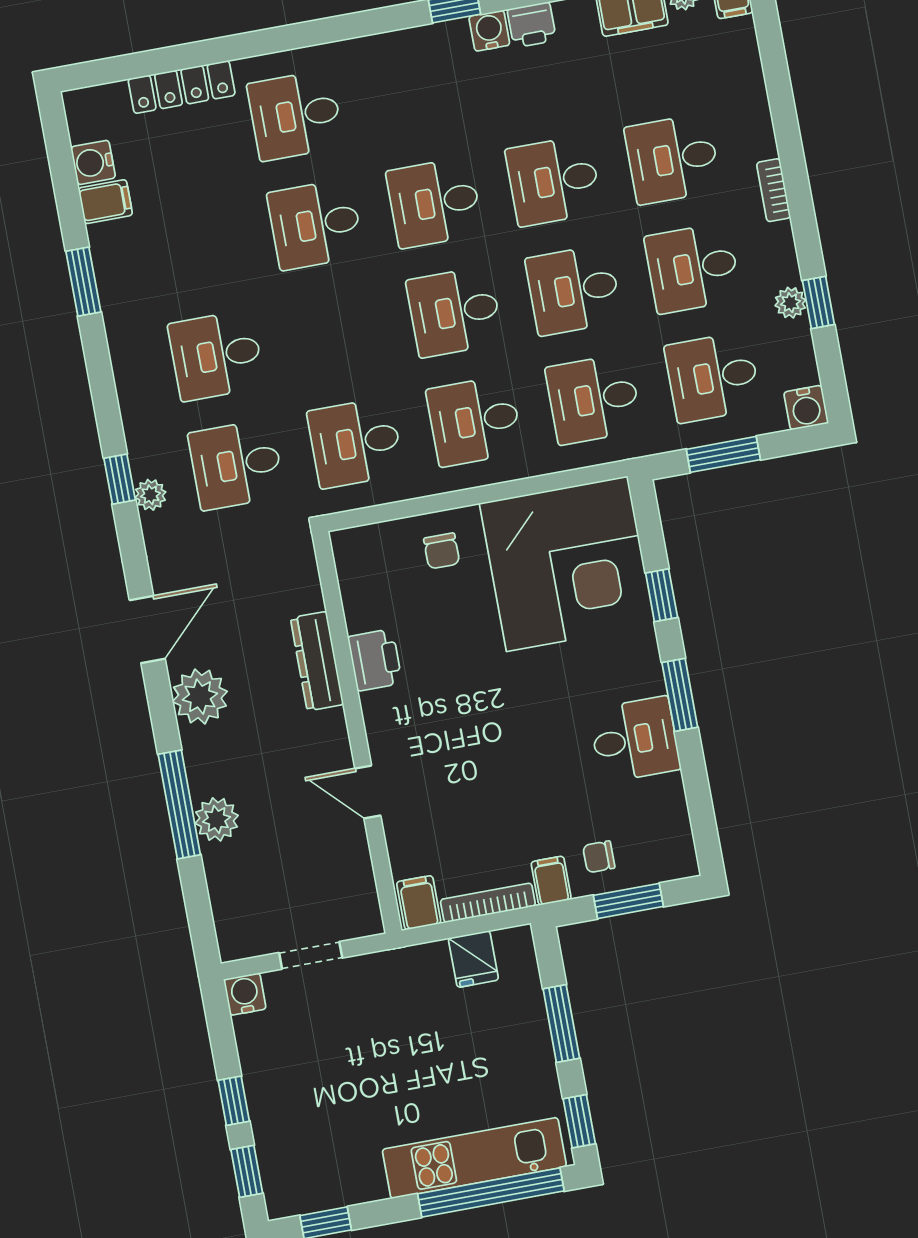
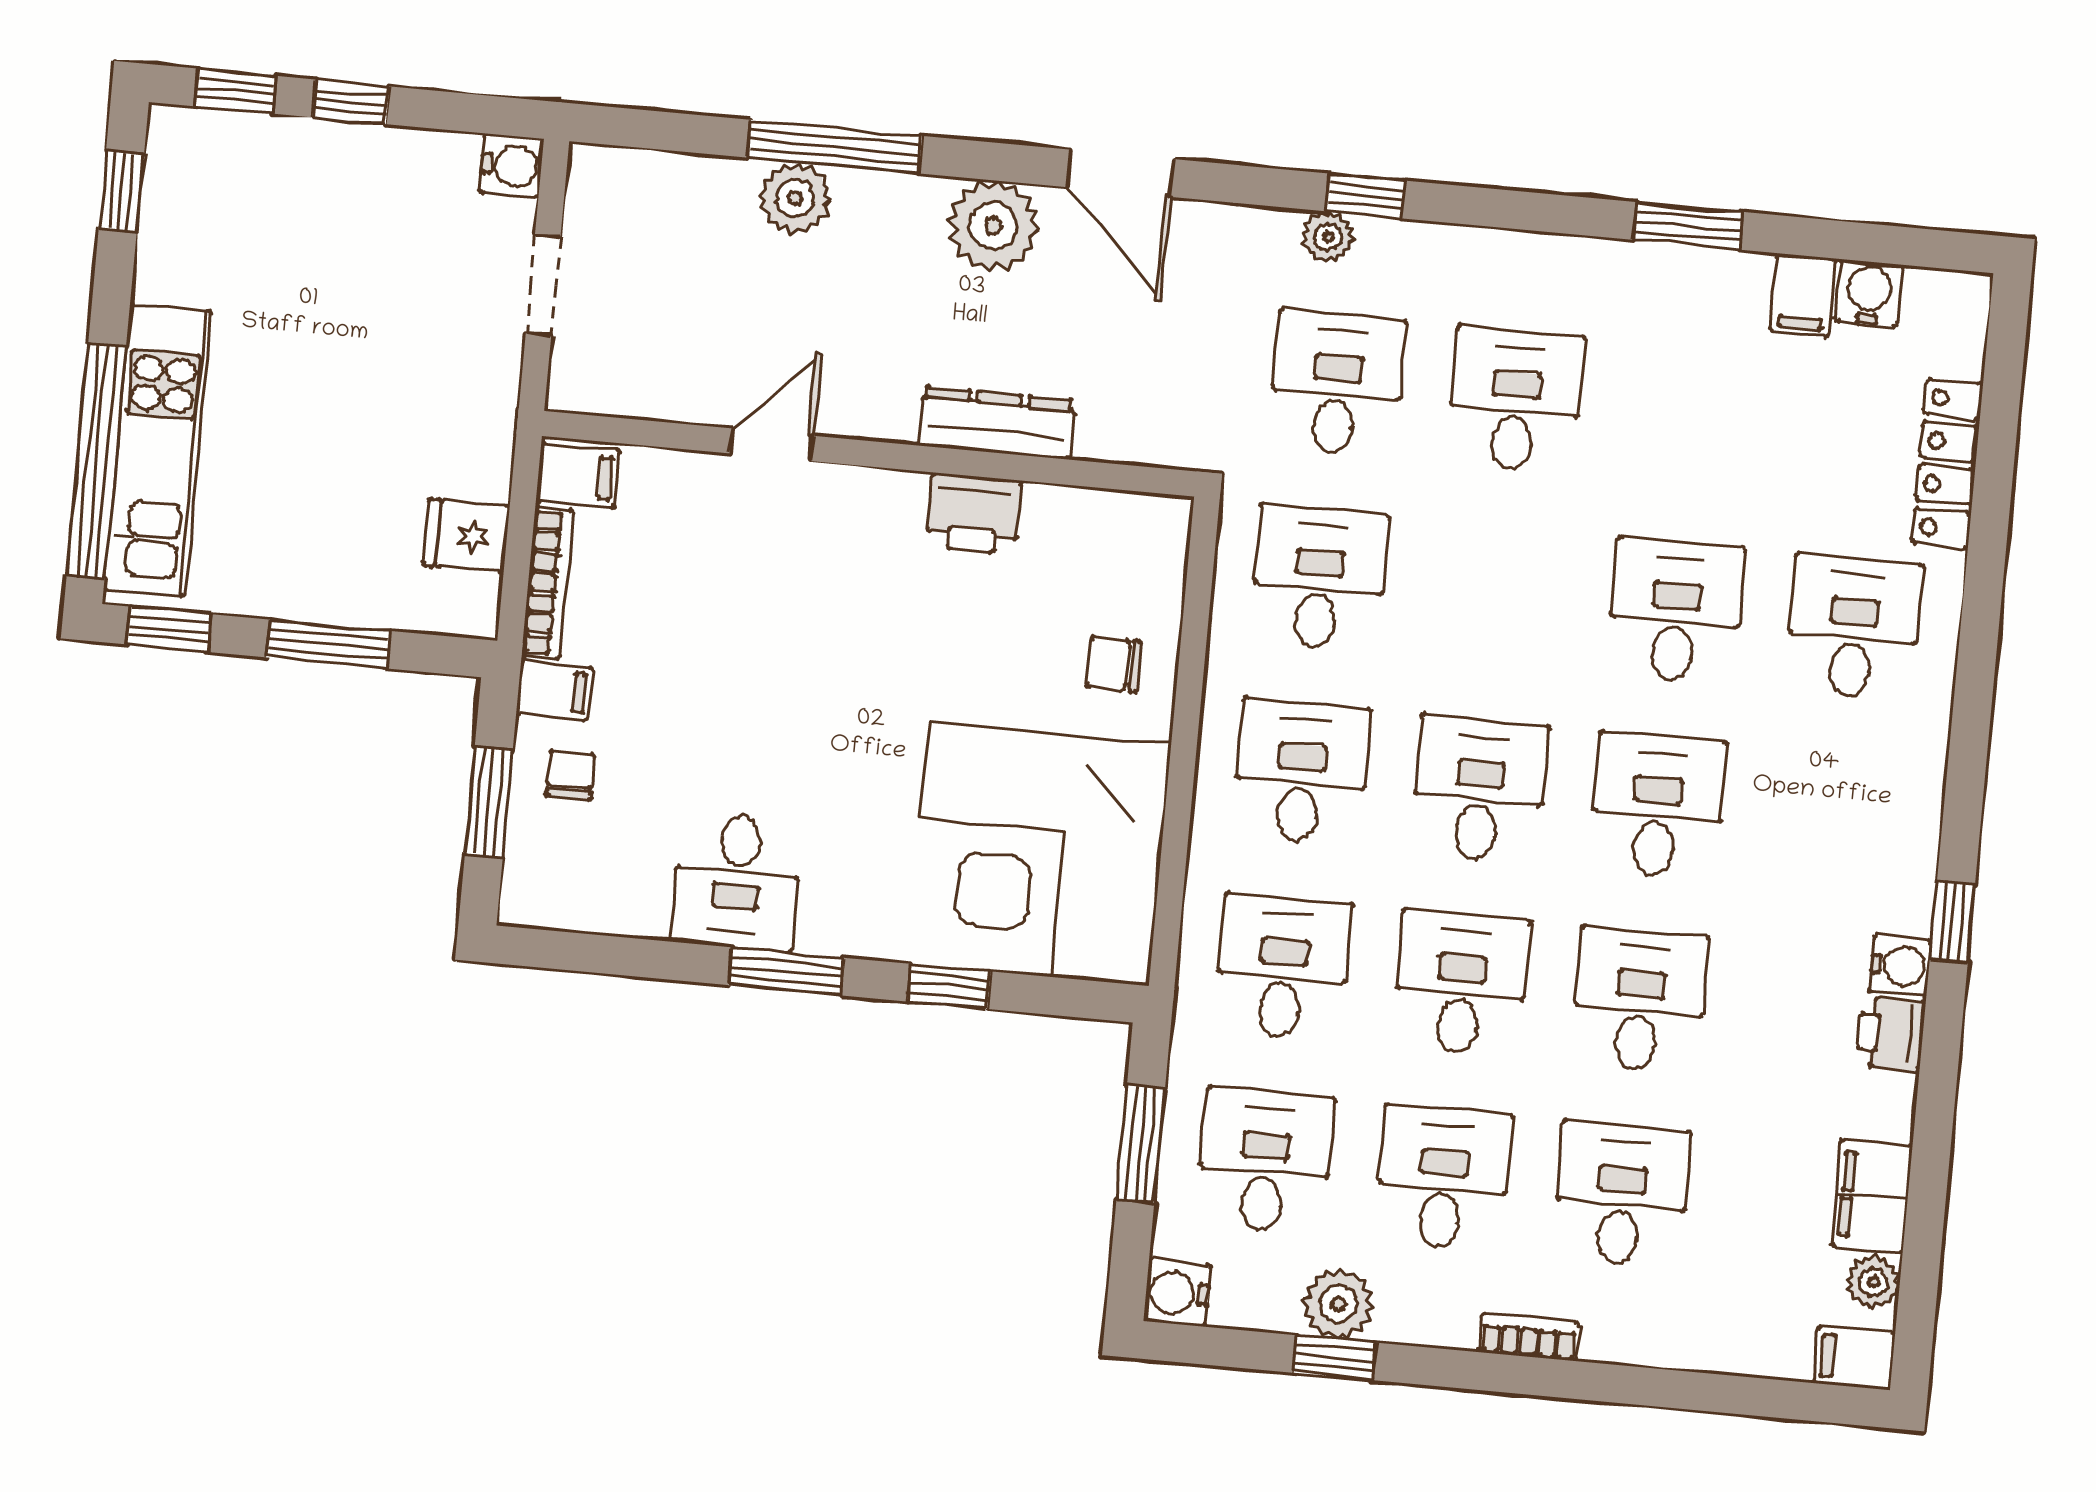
plant: (790, 303) -> (1338, 1304), width x1.38, depth x1.38

